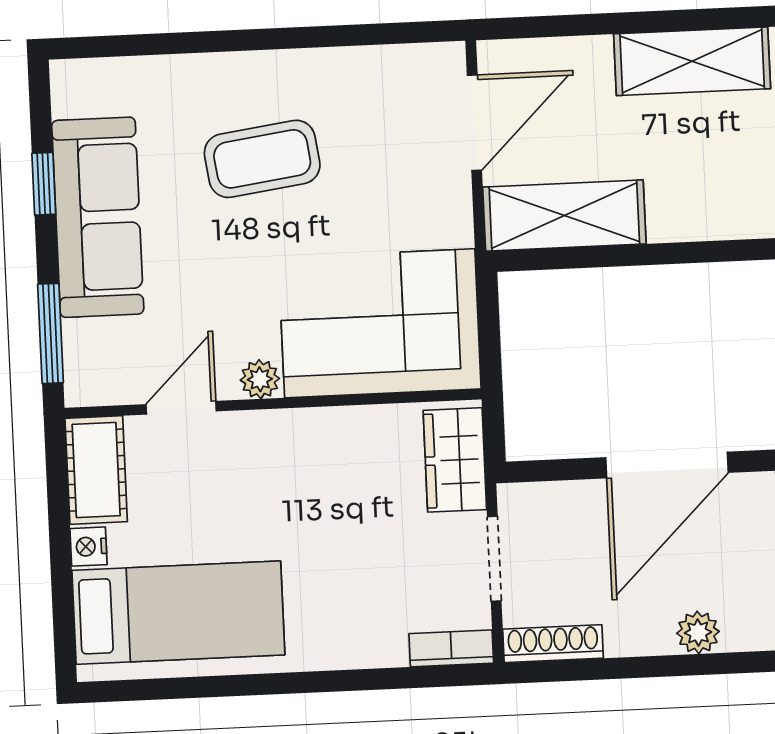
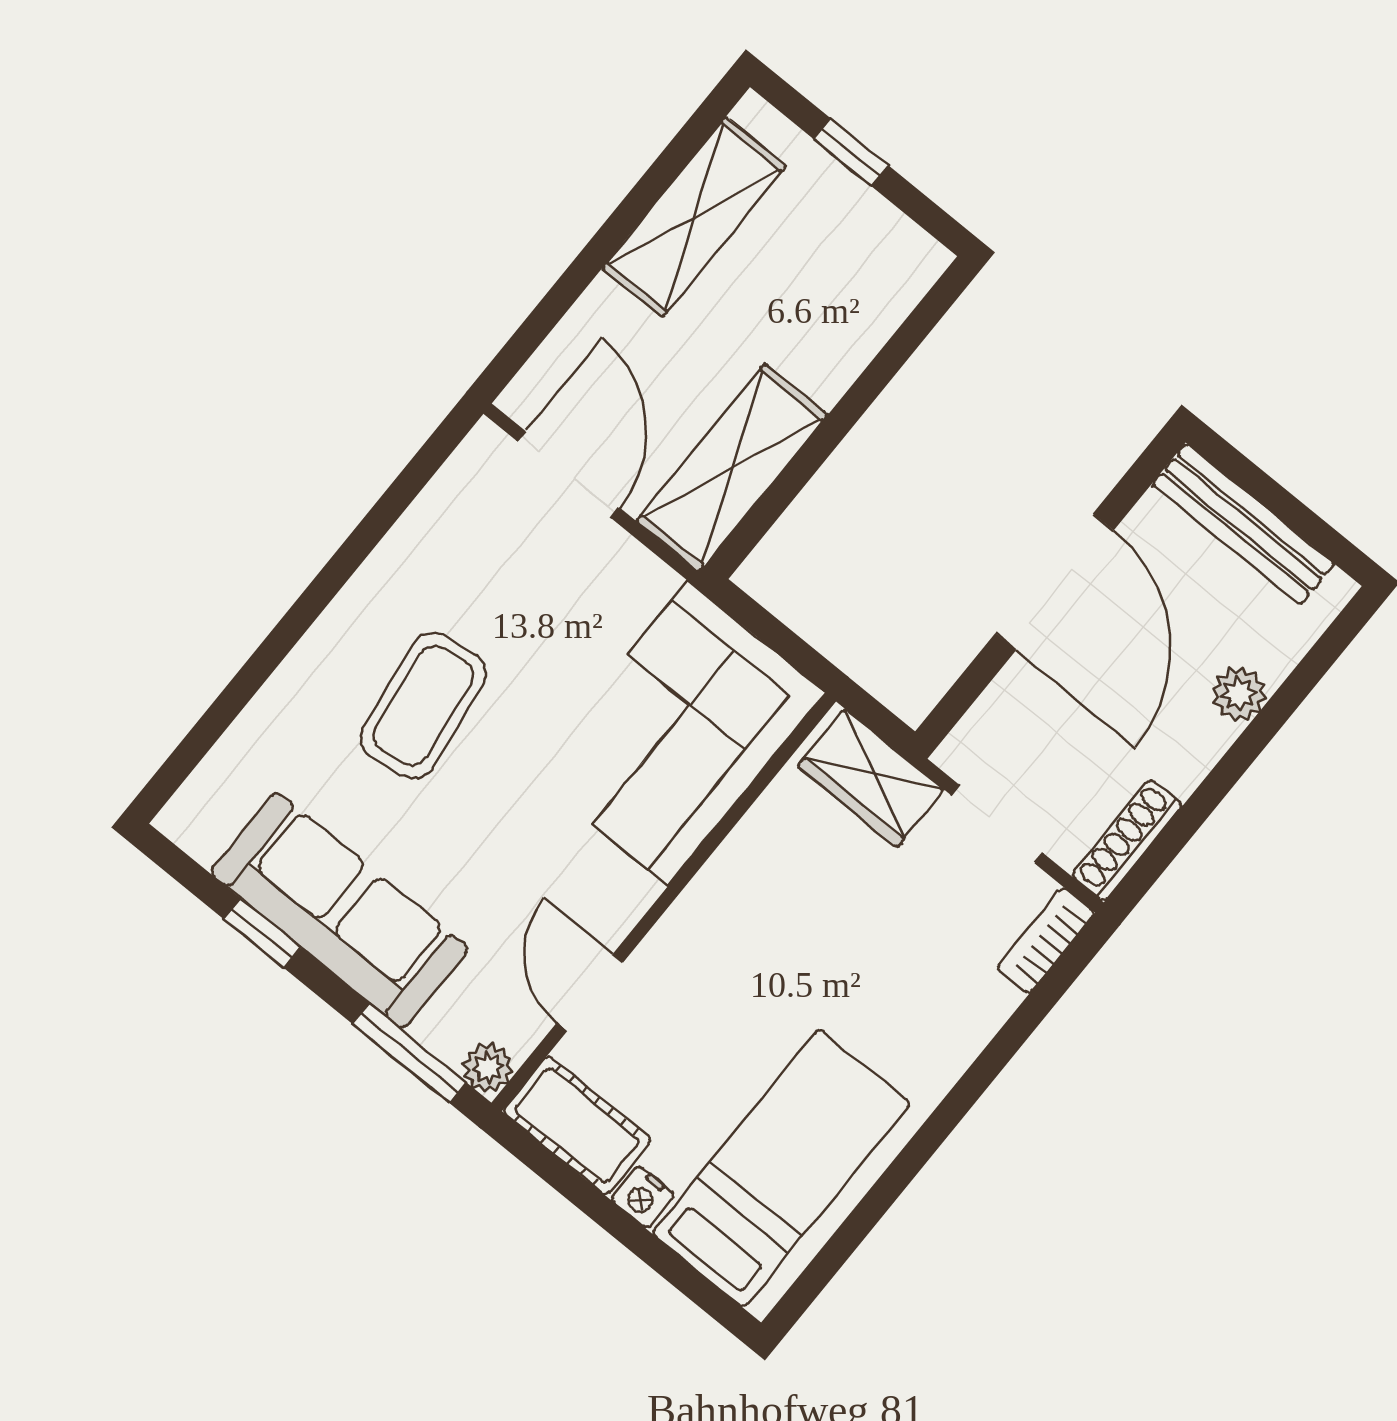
plant: (260, 379) -> (488, 1068), moved

